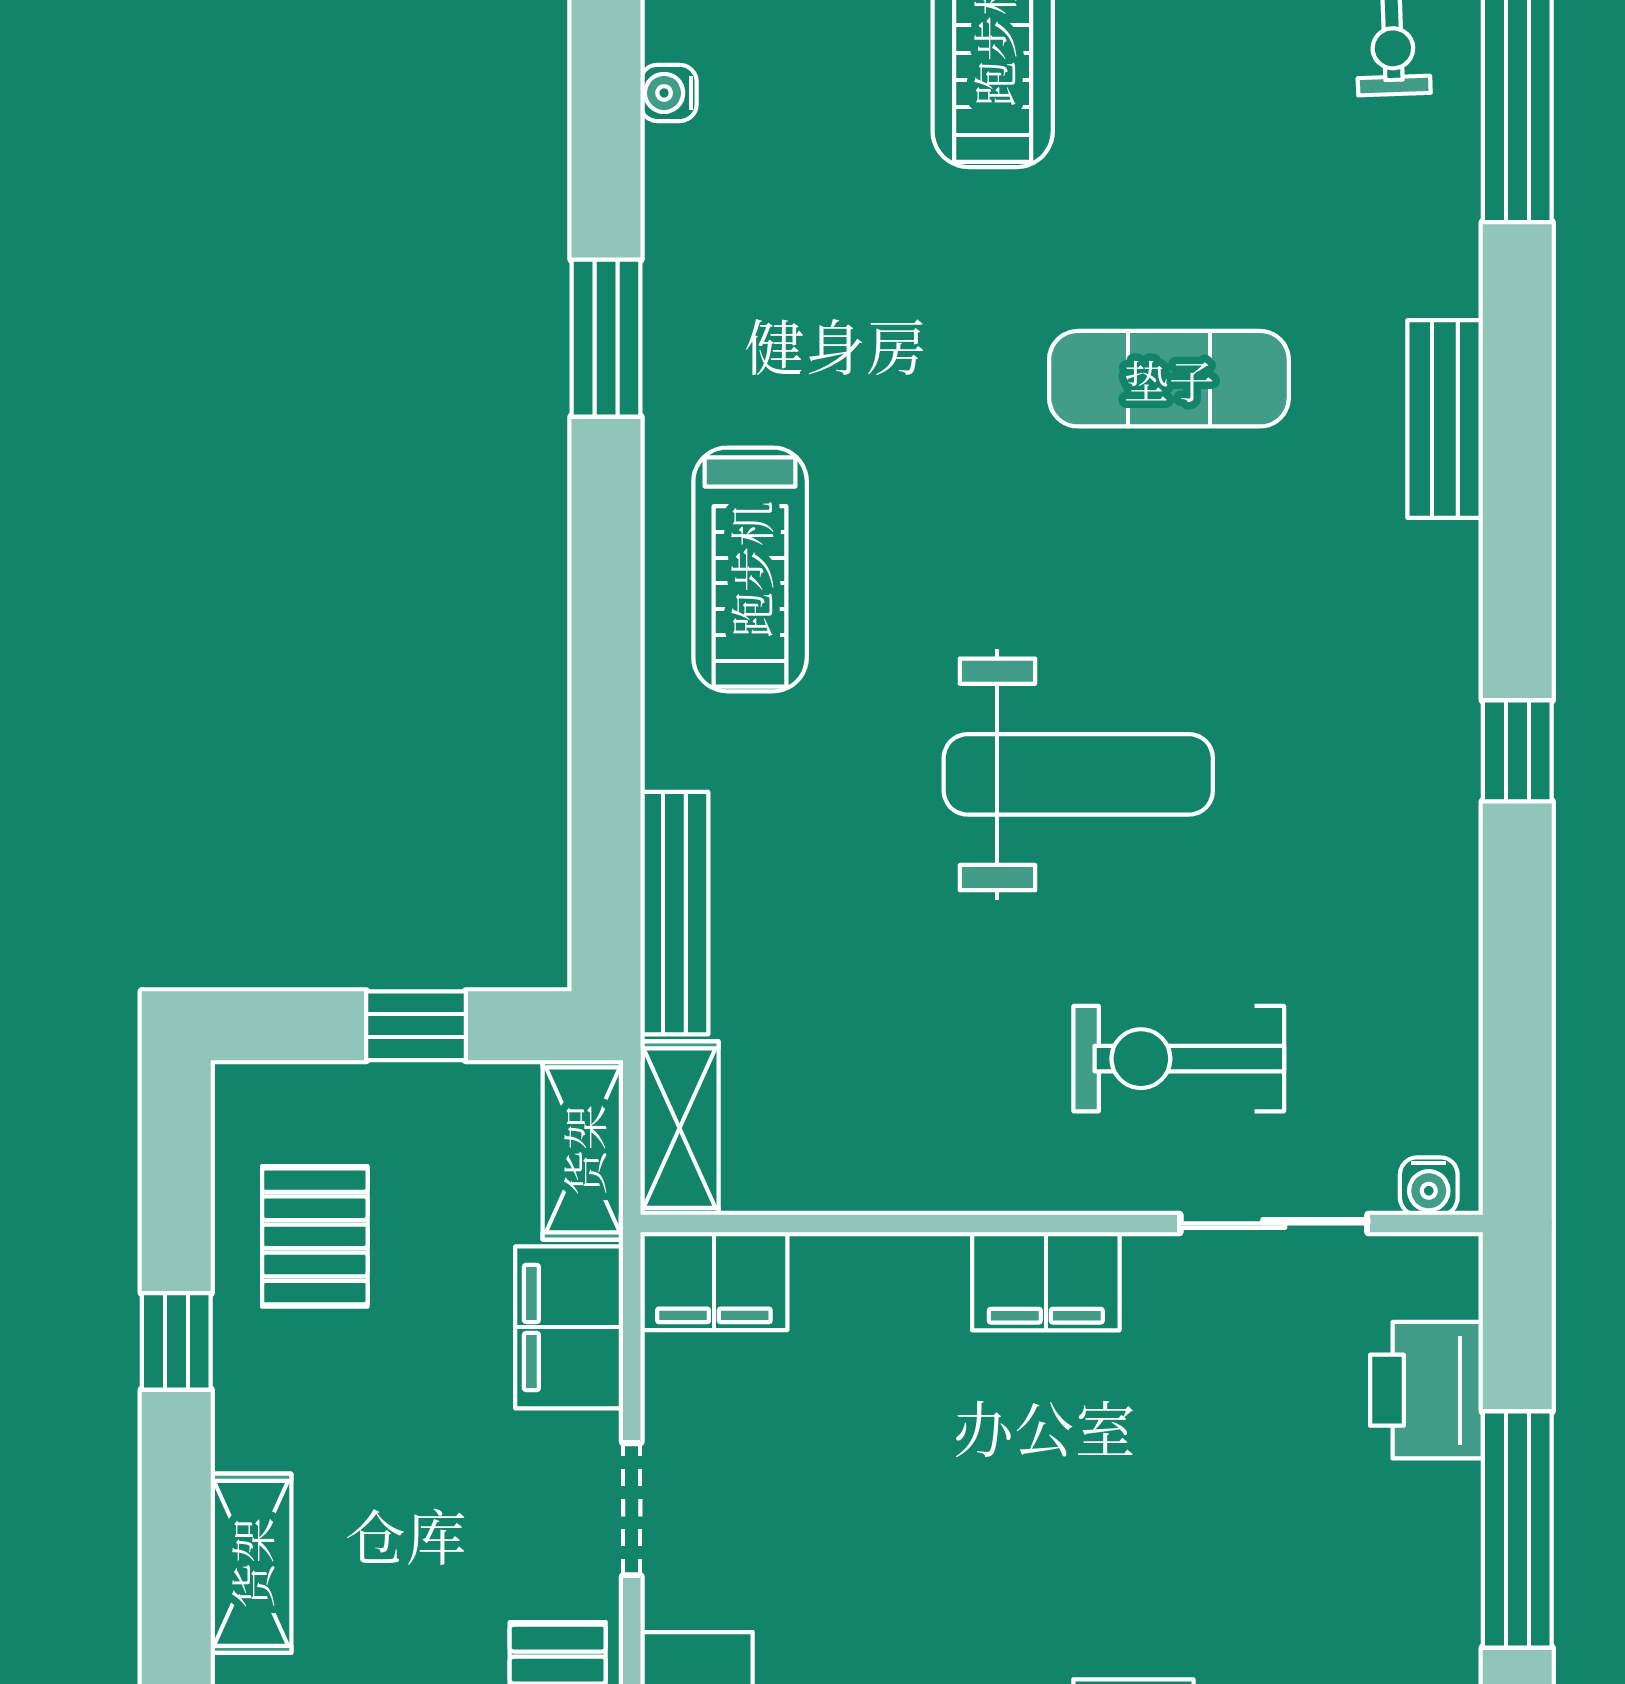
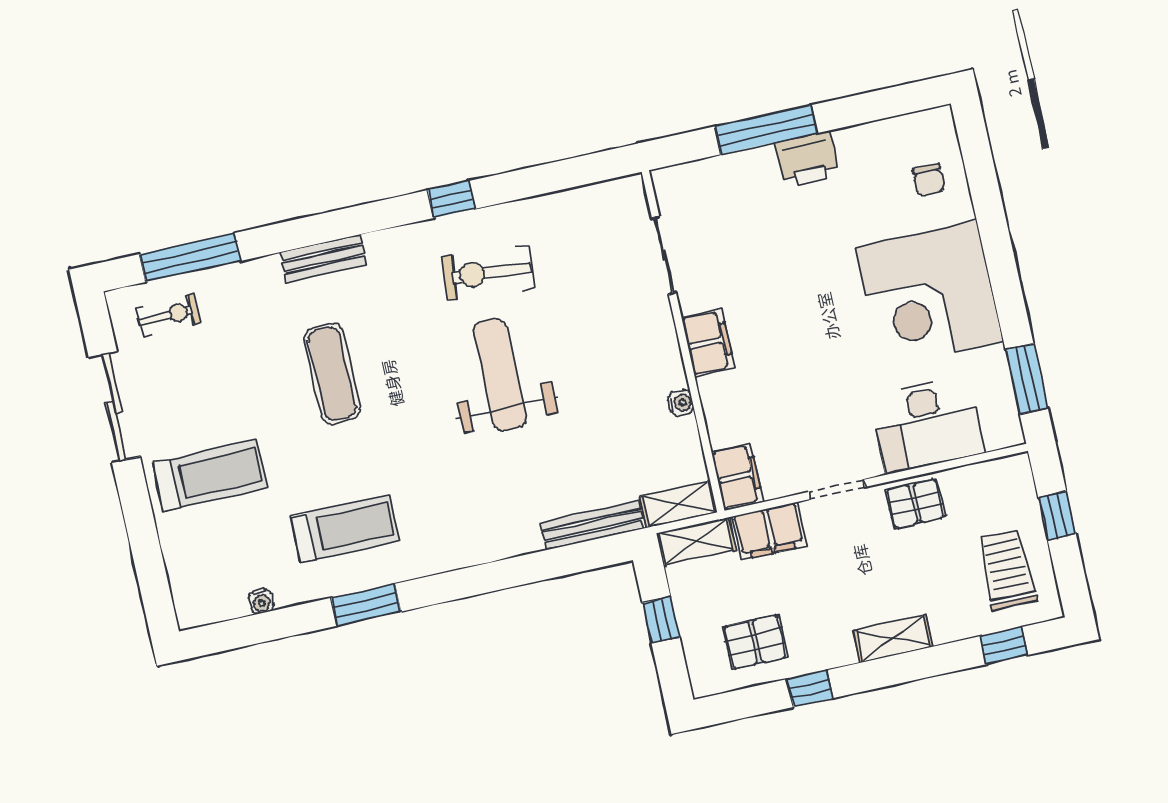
treadmill: (750, 569) -> (345, 528), moved
exercise bike: (1179, 1059) -> (488, 273), moved, turned 95
water cooler: (1429, 1186) -> (681, 403), moved
printer: (1426, 1390) -> (807, 159), moved

